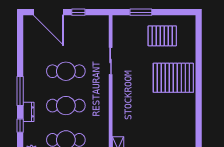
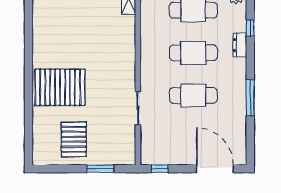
window: (78, 12) -> (160, 169), moved
pallet: (162, 36) -> (74, 139), turned 90
window: (20, 91) -> (250, 98), moved

